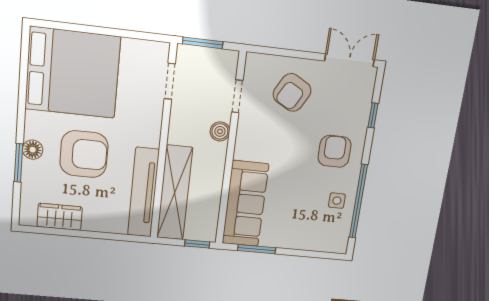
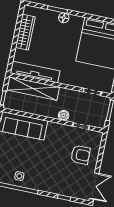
armchair: (292, 92) -> (80, 155), turned 151
armchair: (335, 151) -> (47, 176), removed
armchair: (84, 154) -> (59, 44), removed
wardrobe: (60, 217) -> (25, 32), width x1.50

